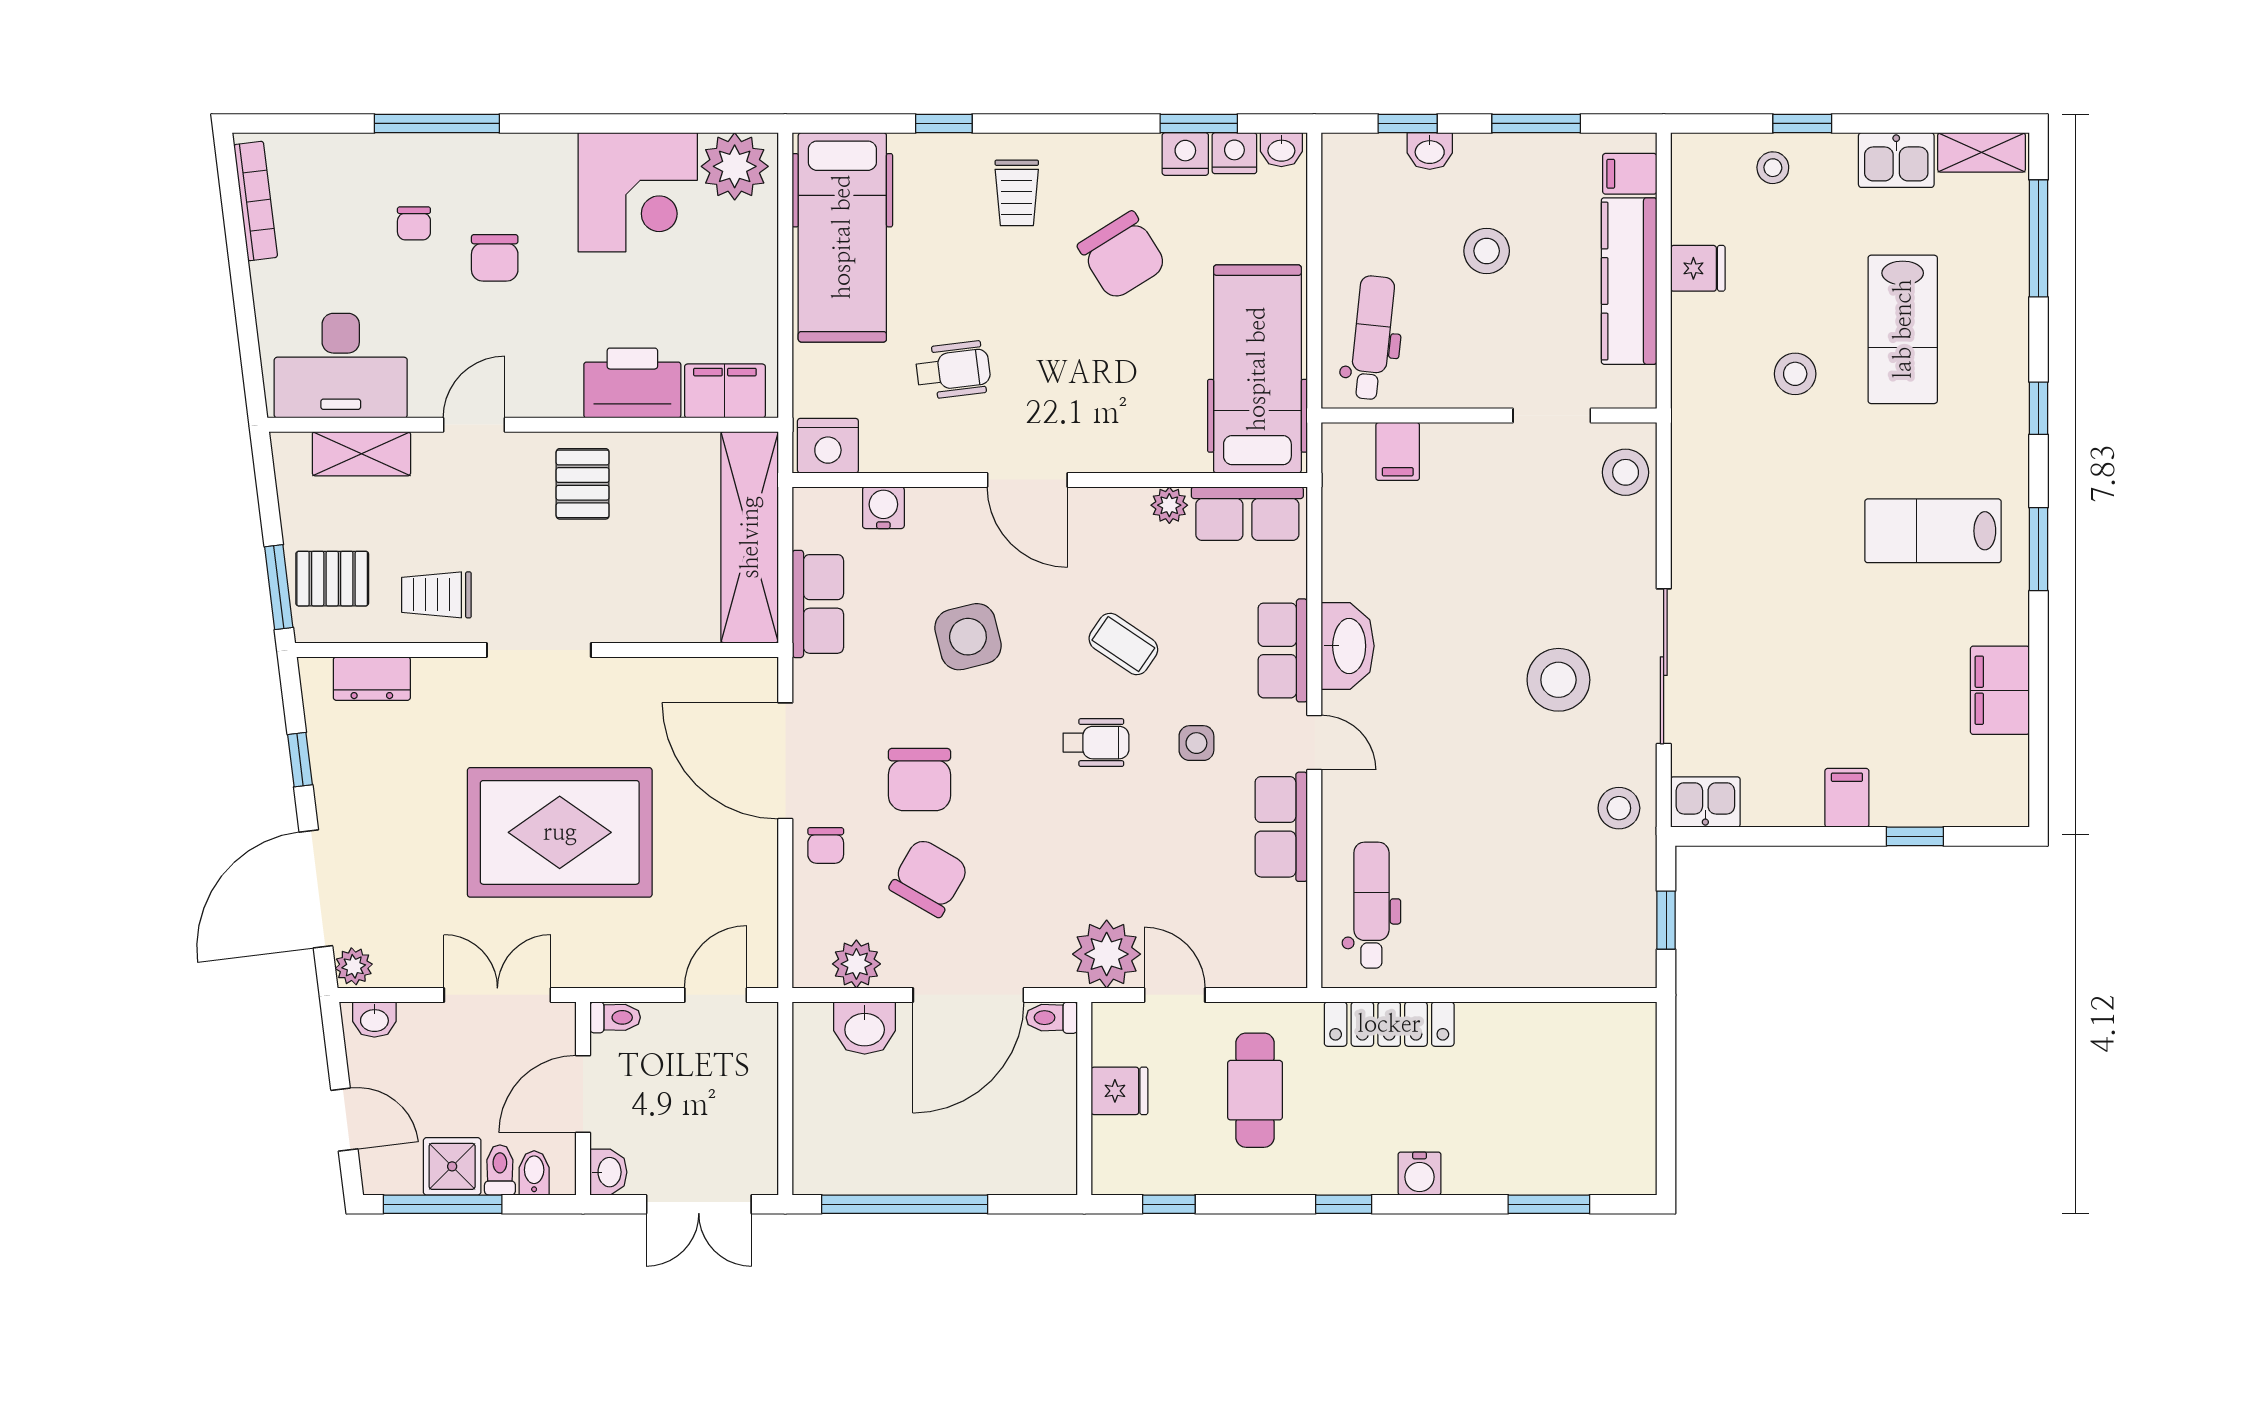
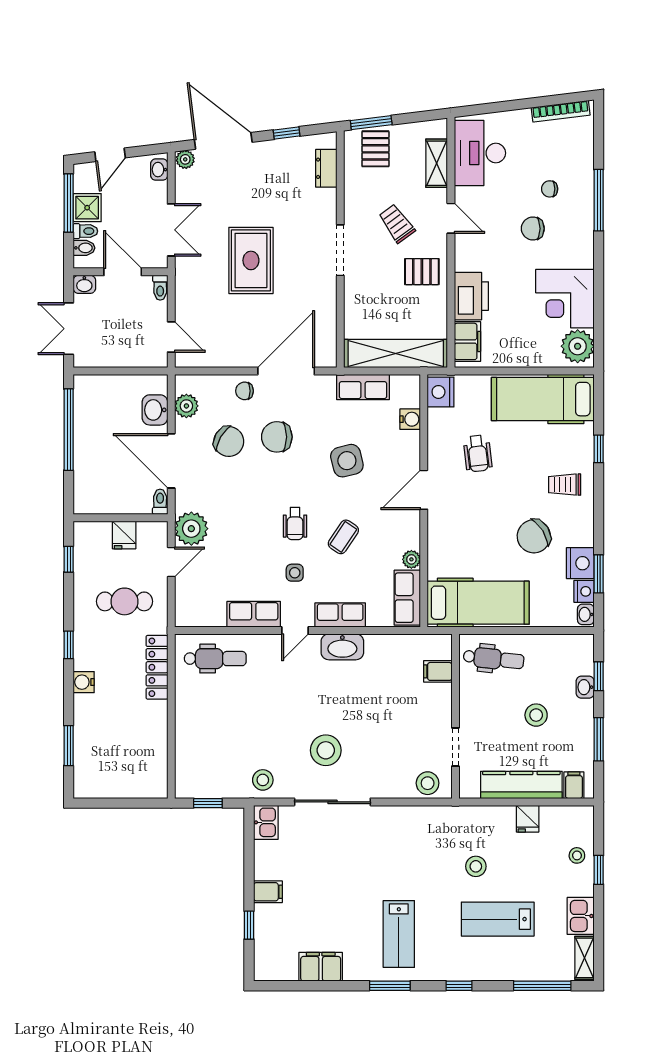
nightstand: (1185, 154) -> (580, 563), width x1.36, depth x1.33
lab bench: (1933, 531) -> (399, 934), turned 180
trolley: (436, 595) -> (397, 224), moved, turned -36
rug: (560, 832) -> (251, 260), width x0.73, depth x0.69

